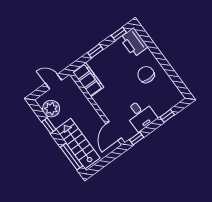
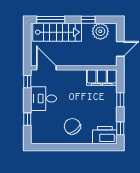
chair: (146, 74) -> (72, 126), turned -126

